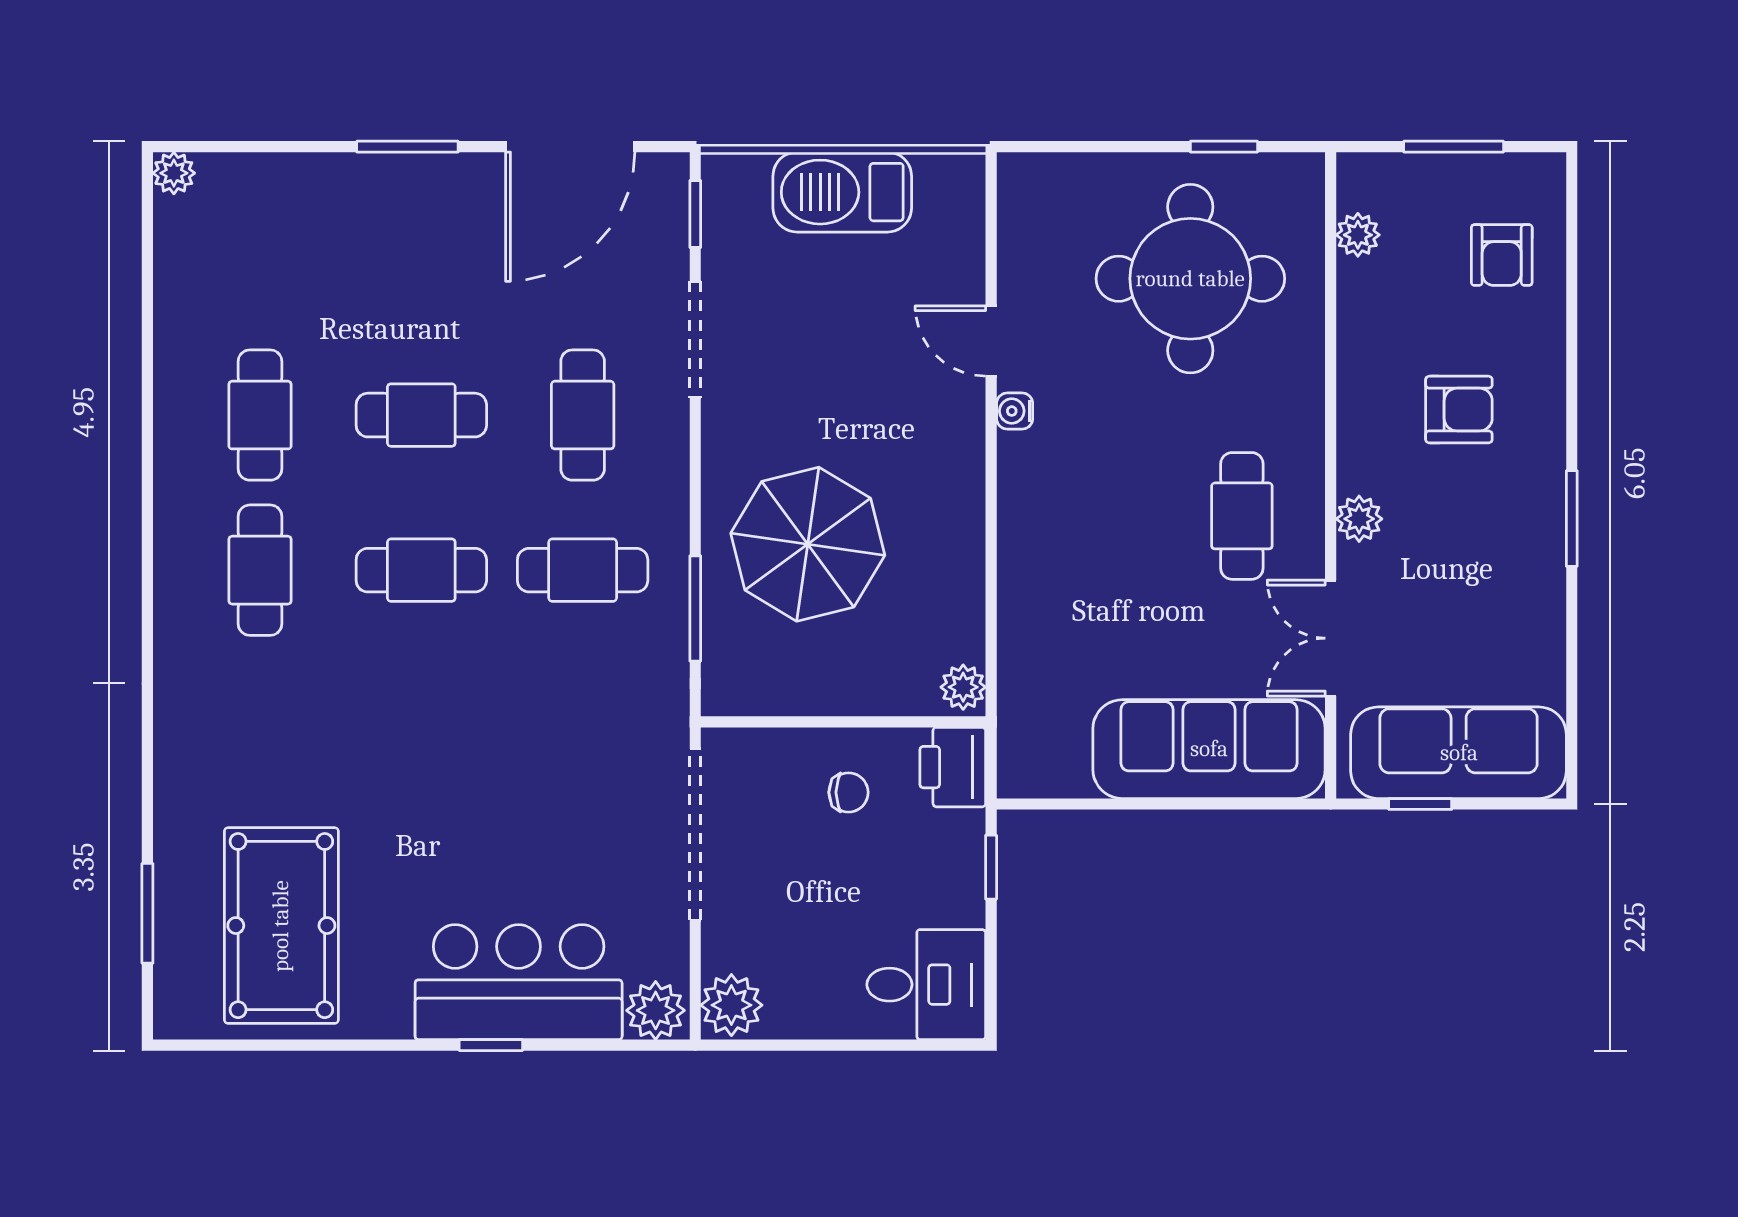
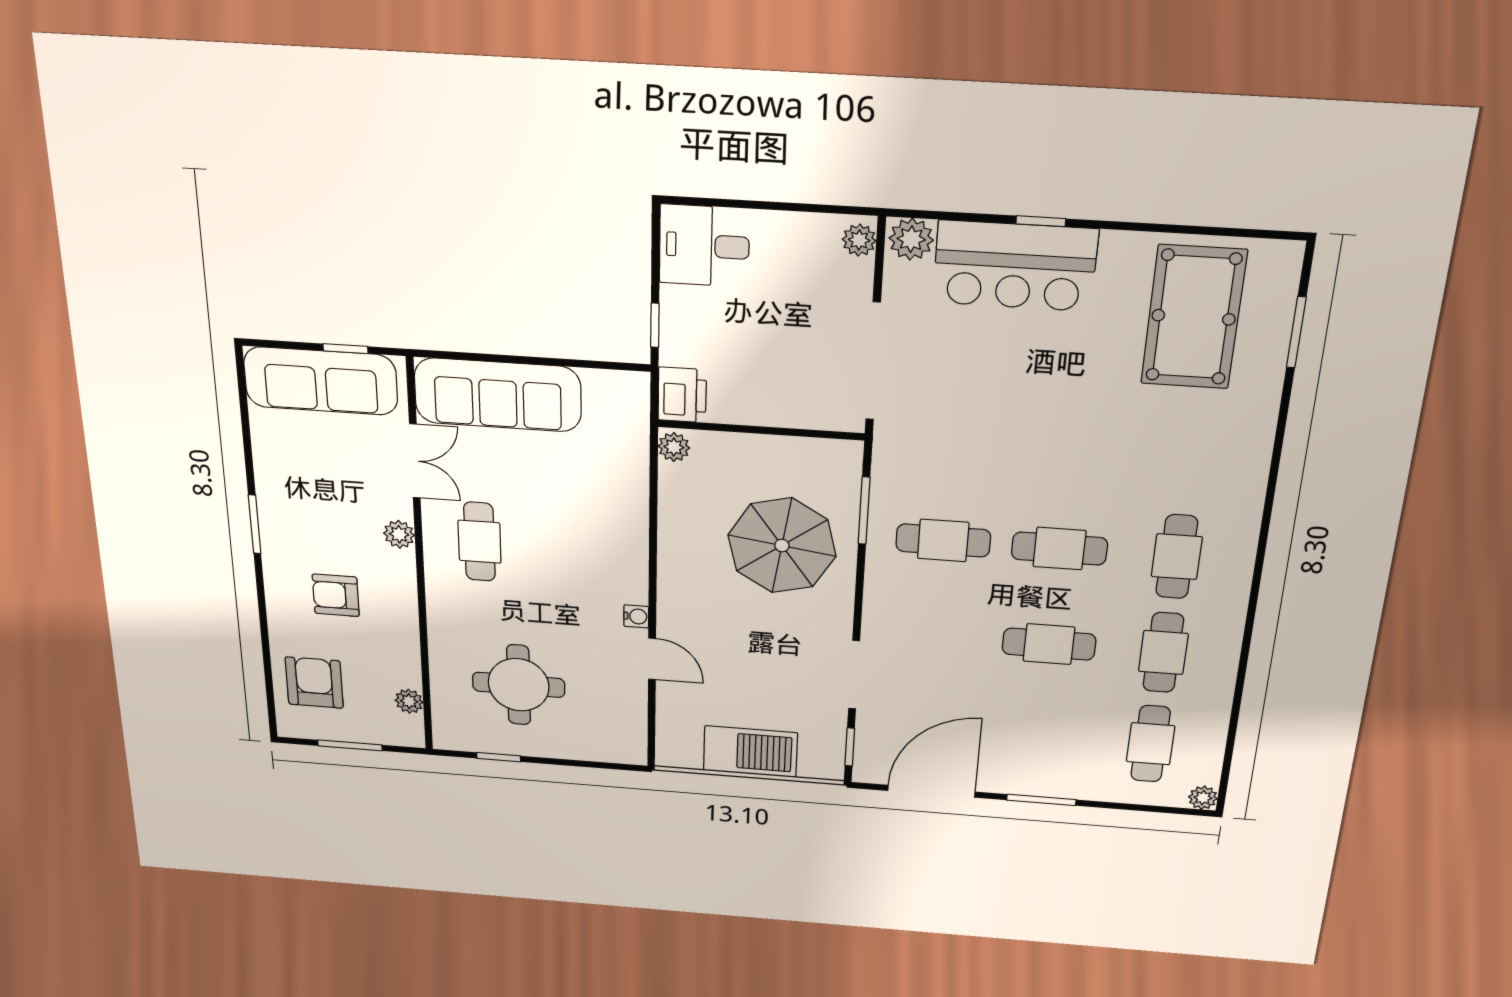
armchair: (1502, 255) -> (314, 683), width x1.38, depth x1.38
round table: (1190, 279) -> (519, 685), width x0.73, depth x0.73
cafe table: (583, 415) -> (1151, 744), moved
chair: (848, 792) -> (759, 383), removed
plant: (731, 1005) -> (859, 240), width x0.73, depth x0.73

